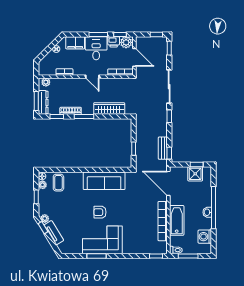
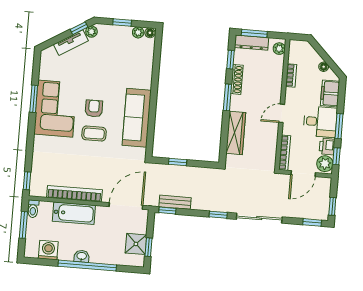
coffee table: (58, 183) -> (94, 134), moved

